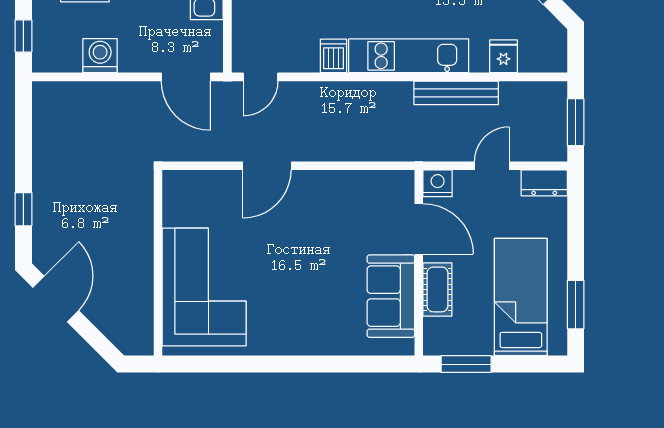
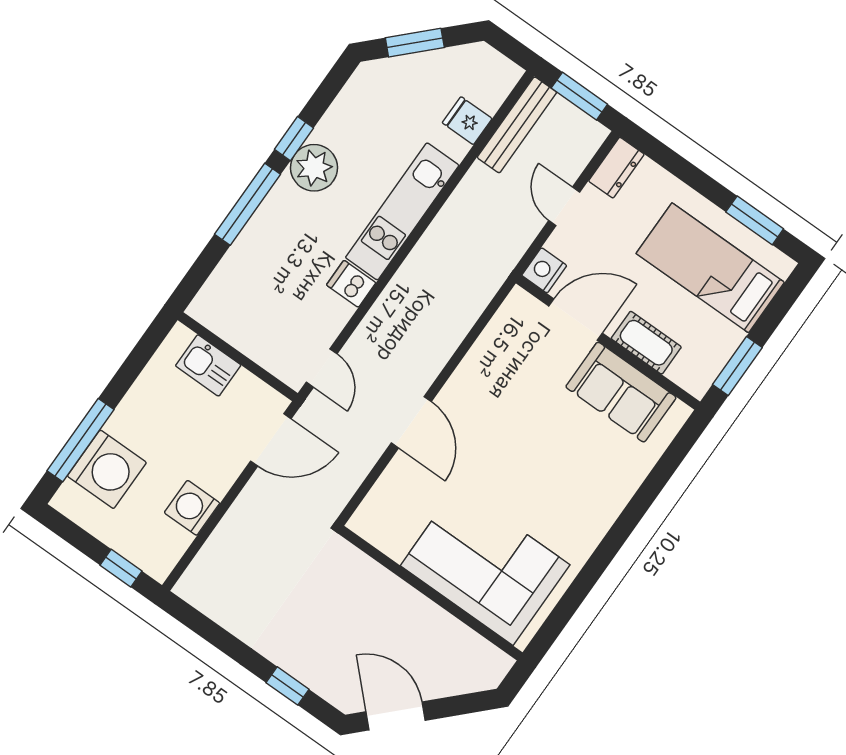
bench: (456, 93) -> (517, 125), moved

